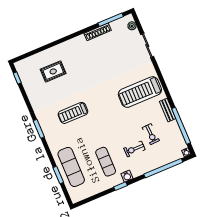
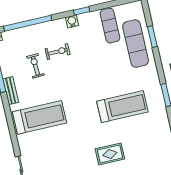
rug: (53, 71) -> (110, 154), moved
treadmill: (73, 113) -> (122, 107), width x1.37, depth x1.38
exercise mat: (106, 162) -> (110, 26), moved

